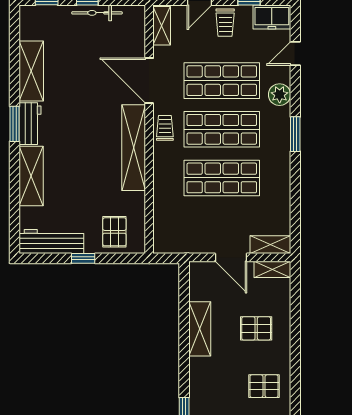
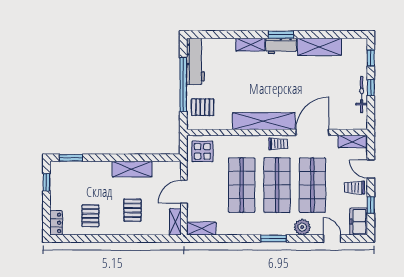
shelving: (31, 176) -> (250, 45), width x0.67, depth x0.75
display table: (175, 232) -> (202, 151), added
shelving: (270, 245) -> (201, 229), moved, turned 90
window: (83, 258) -> (183, 85), width x3.17

